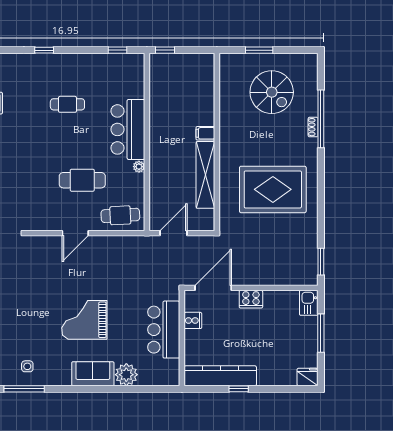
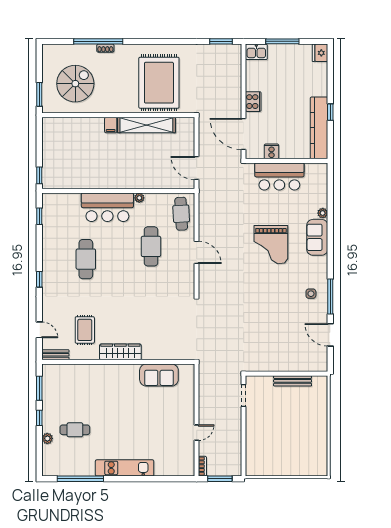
cafe table: (67, 104) -> (86, 259), width x1.37, depth x1.35
filing cabinet: (205, 133) -> (111, 125), moved
wall: (217, 142) -> (118, 115), moved
shelving: (205, 175) -> (146, 125), moved
plant: (126, 375) -> (323, 213), width x0.53, depth x0.53

